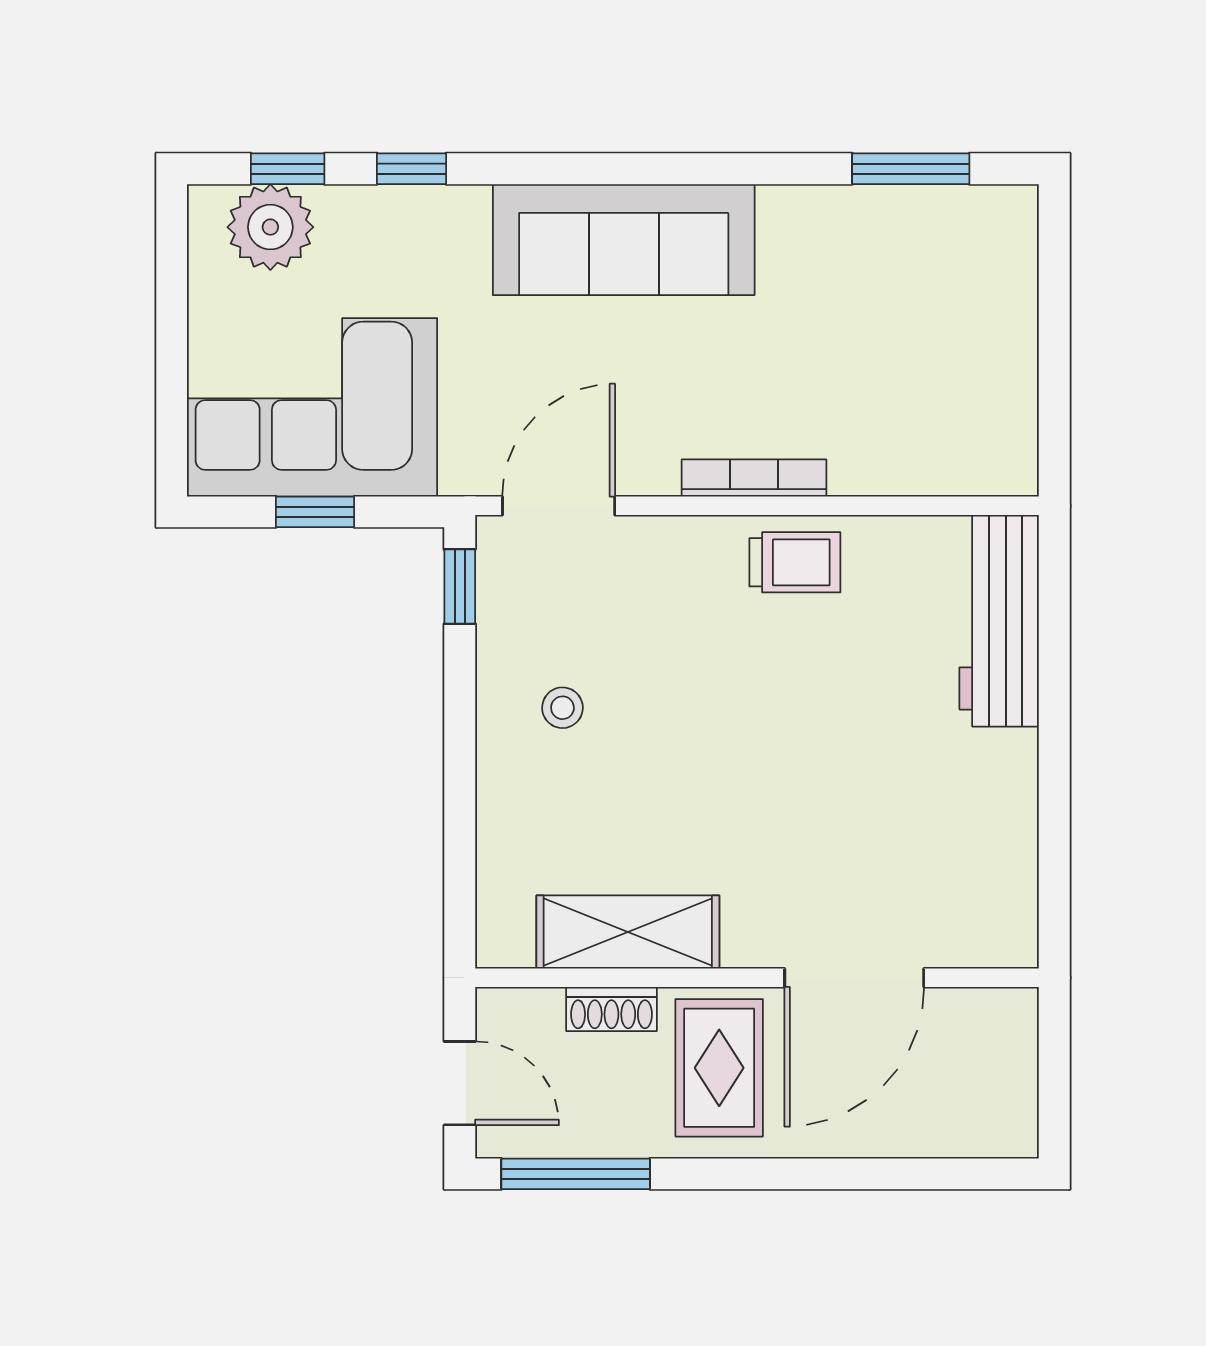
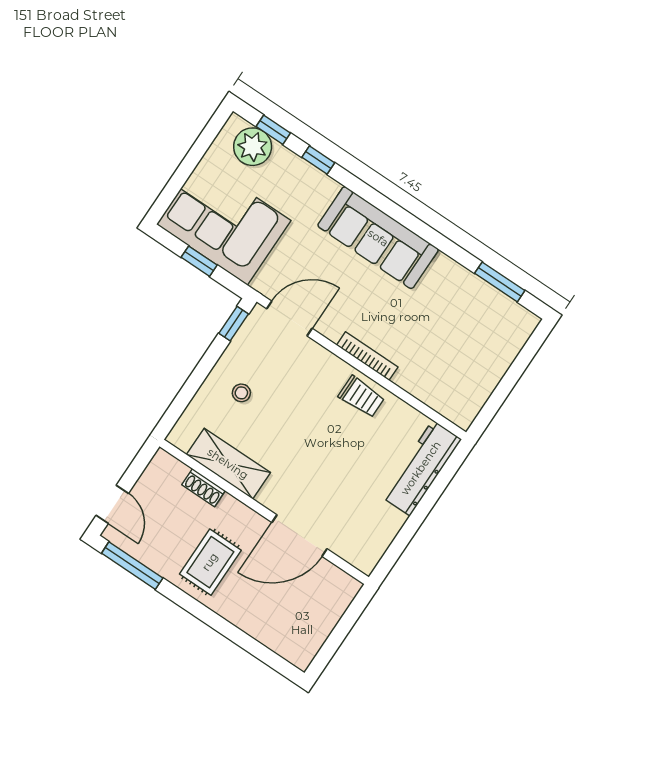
shelving: (628, 932) -> (228, 464), moved
wall: (757, 978) -> (264, 512), moved
door: (854, 978) -> (299, 536), moved
shoe rack: (611, 1009) -> (204, 488), moved

